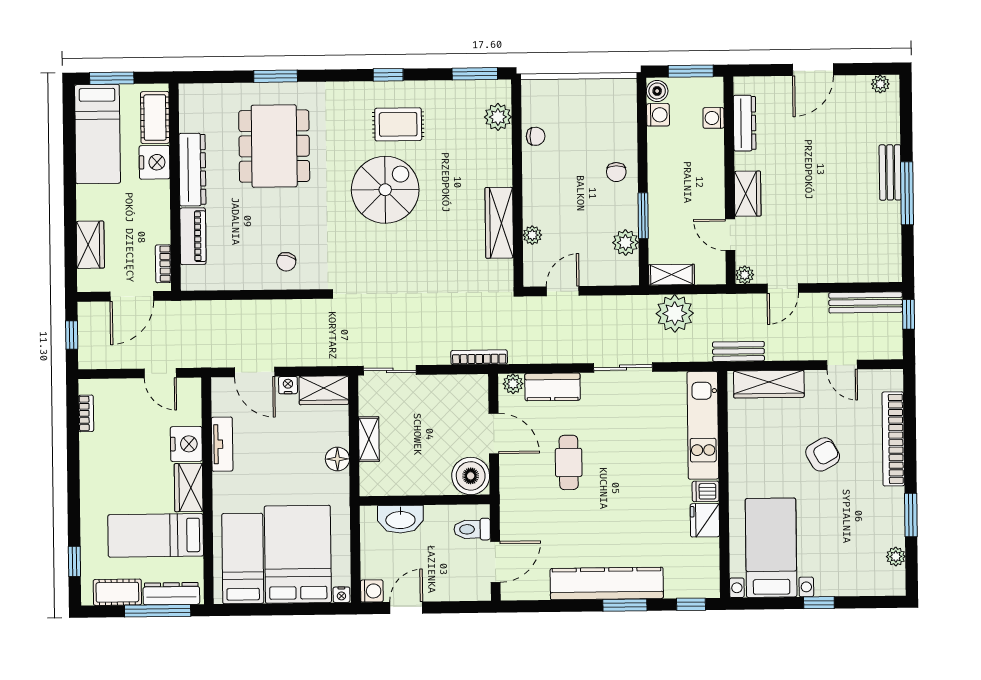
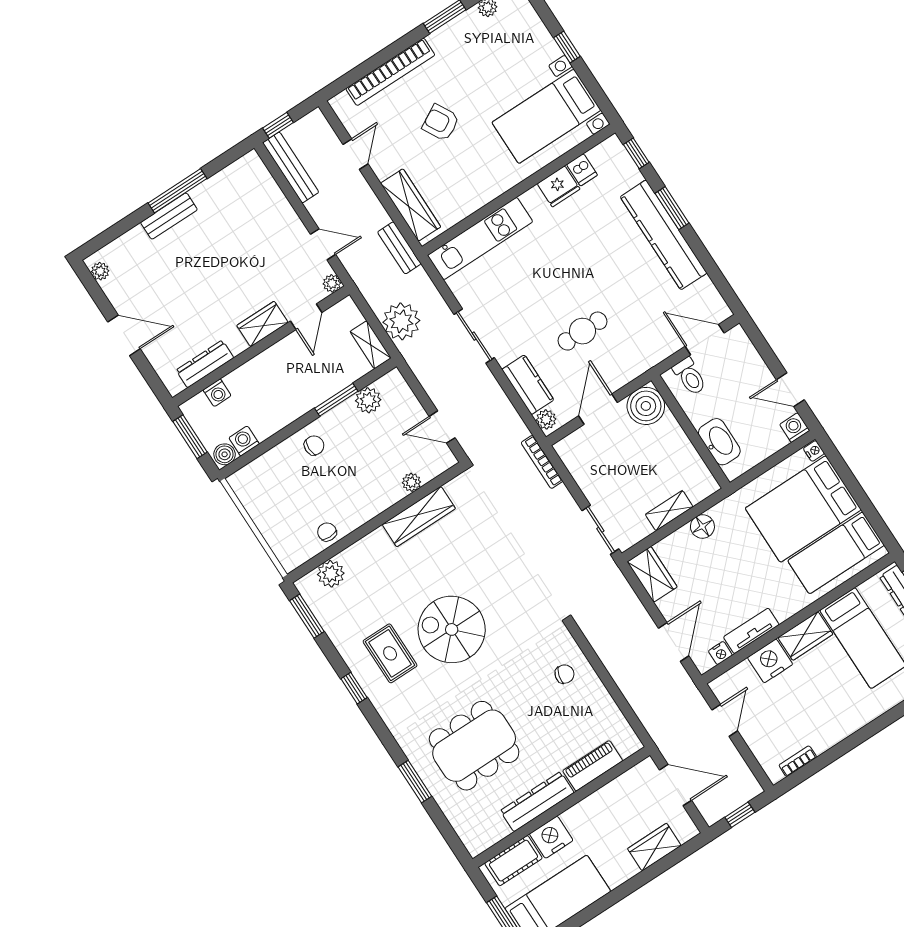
bookcase: (163, 264) -> (631, 776), removed
nightstand: (288, 385) -> (720, 653), moved, turned -90
dishwasher: (706, 491) -> (582, 170), moved

